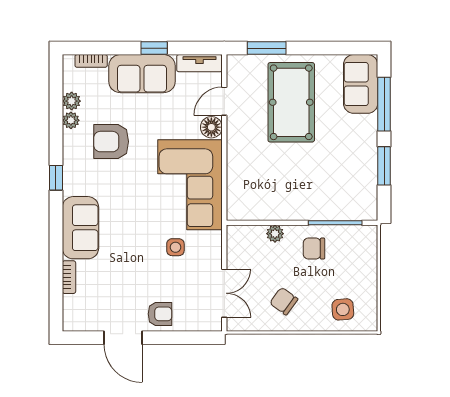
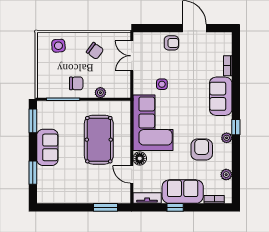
sofa: (361, 84) -> (47, 147), moved
door: (224, 101) -> (132, 174), swing flipped
pool table: (291, 102) -> (99, 140), moved
window: (384, 104) -> (33, 173), width x0.69
plant: (71, 120) -> (227, 138), moved
armchair: (111, 142) -> (202, 150), turned -90
window: (384, 166) -> (33, 121), moved
armchair: (160, 314) -> (171, 43), turned 180

